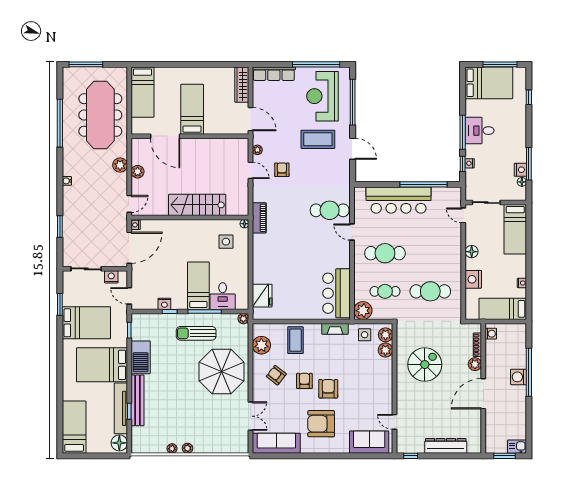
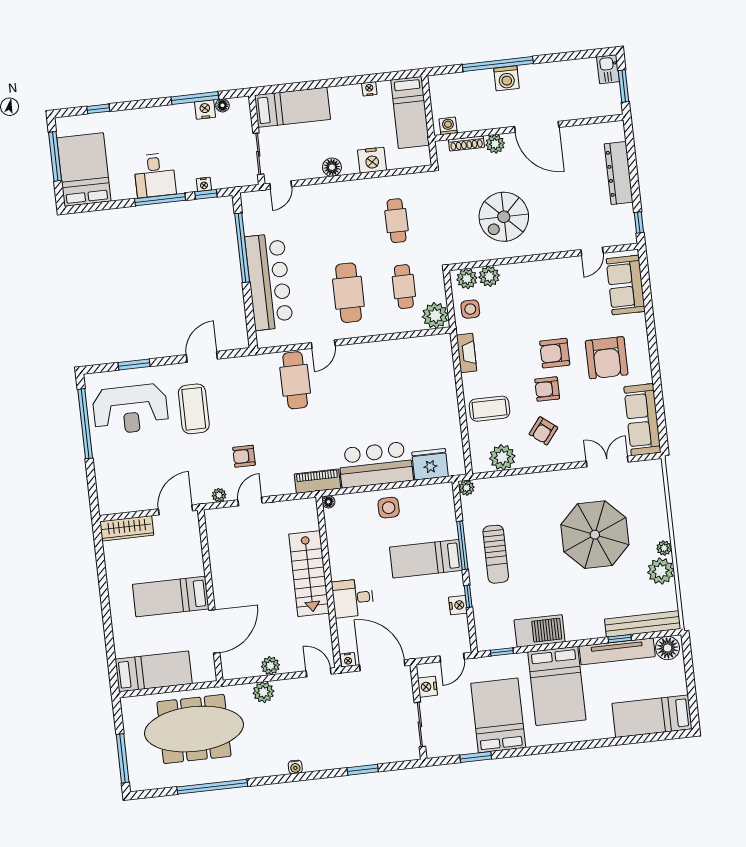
row of seats: (274, 74) -> (106, 483), removed
window: (353, 102) -> (134, 364), width x0.47
side table: (226, 242) -> (389, 508), moved
cafe table: (430, 291) -> (397, 221), width x0.73, depth x0.74
bar counter: (336, 293) -> (376, 465), moved, turned 180
desk: (223, 296) -> (353, 598), moved, turned 180
spiral stairs: (425, 365) -> (504, 217), turned -90
parasol: (222, 371) -> (595, 535), moved
bench: (137, 400) -> (643, 624), moved
plant: (172, 449) -> (661, 571), width x1.88, depth x1.88

